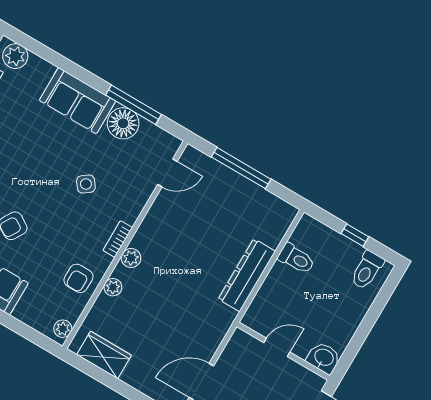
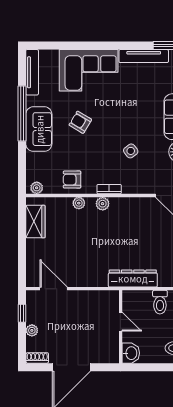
door: (277, 347) -> (121, 322), moved
wall: (283, 351) -> (121, 327), moved
washbasin: (324, 358) -> (131, 353), moved

